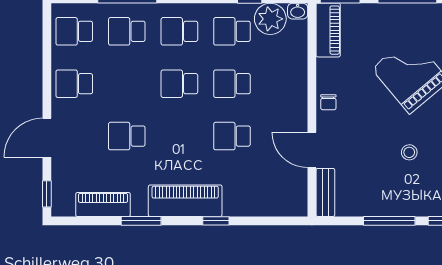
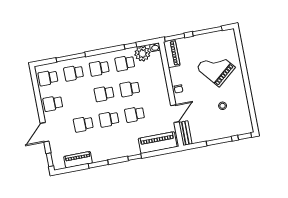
school desk: (179, 136) -> (109, 119), added
door: (312, 150) -> (175, 114), swing flipped
piano: (185, 201) -> (158, 143), moved

